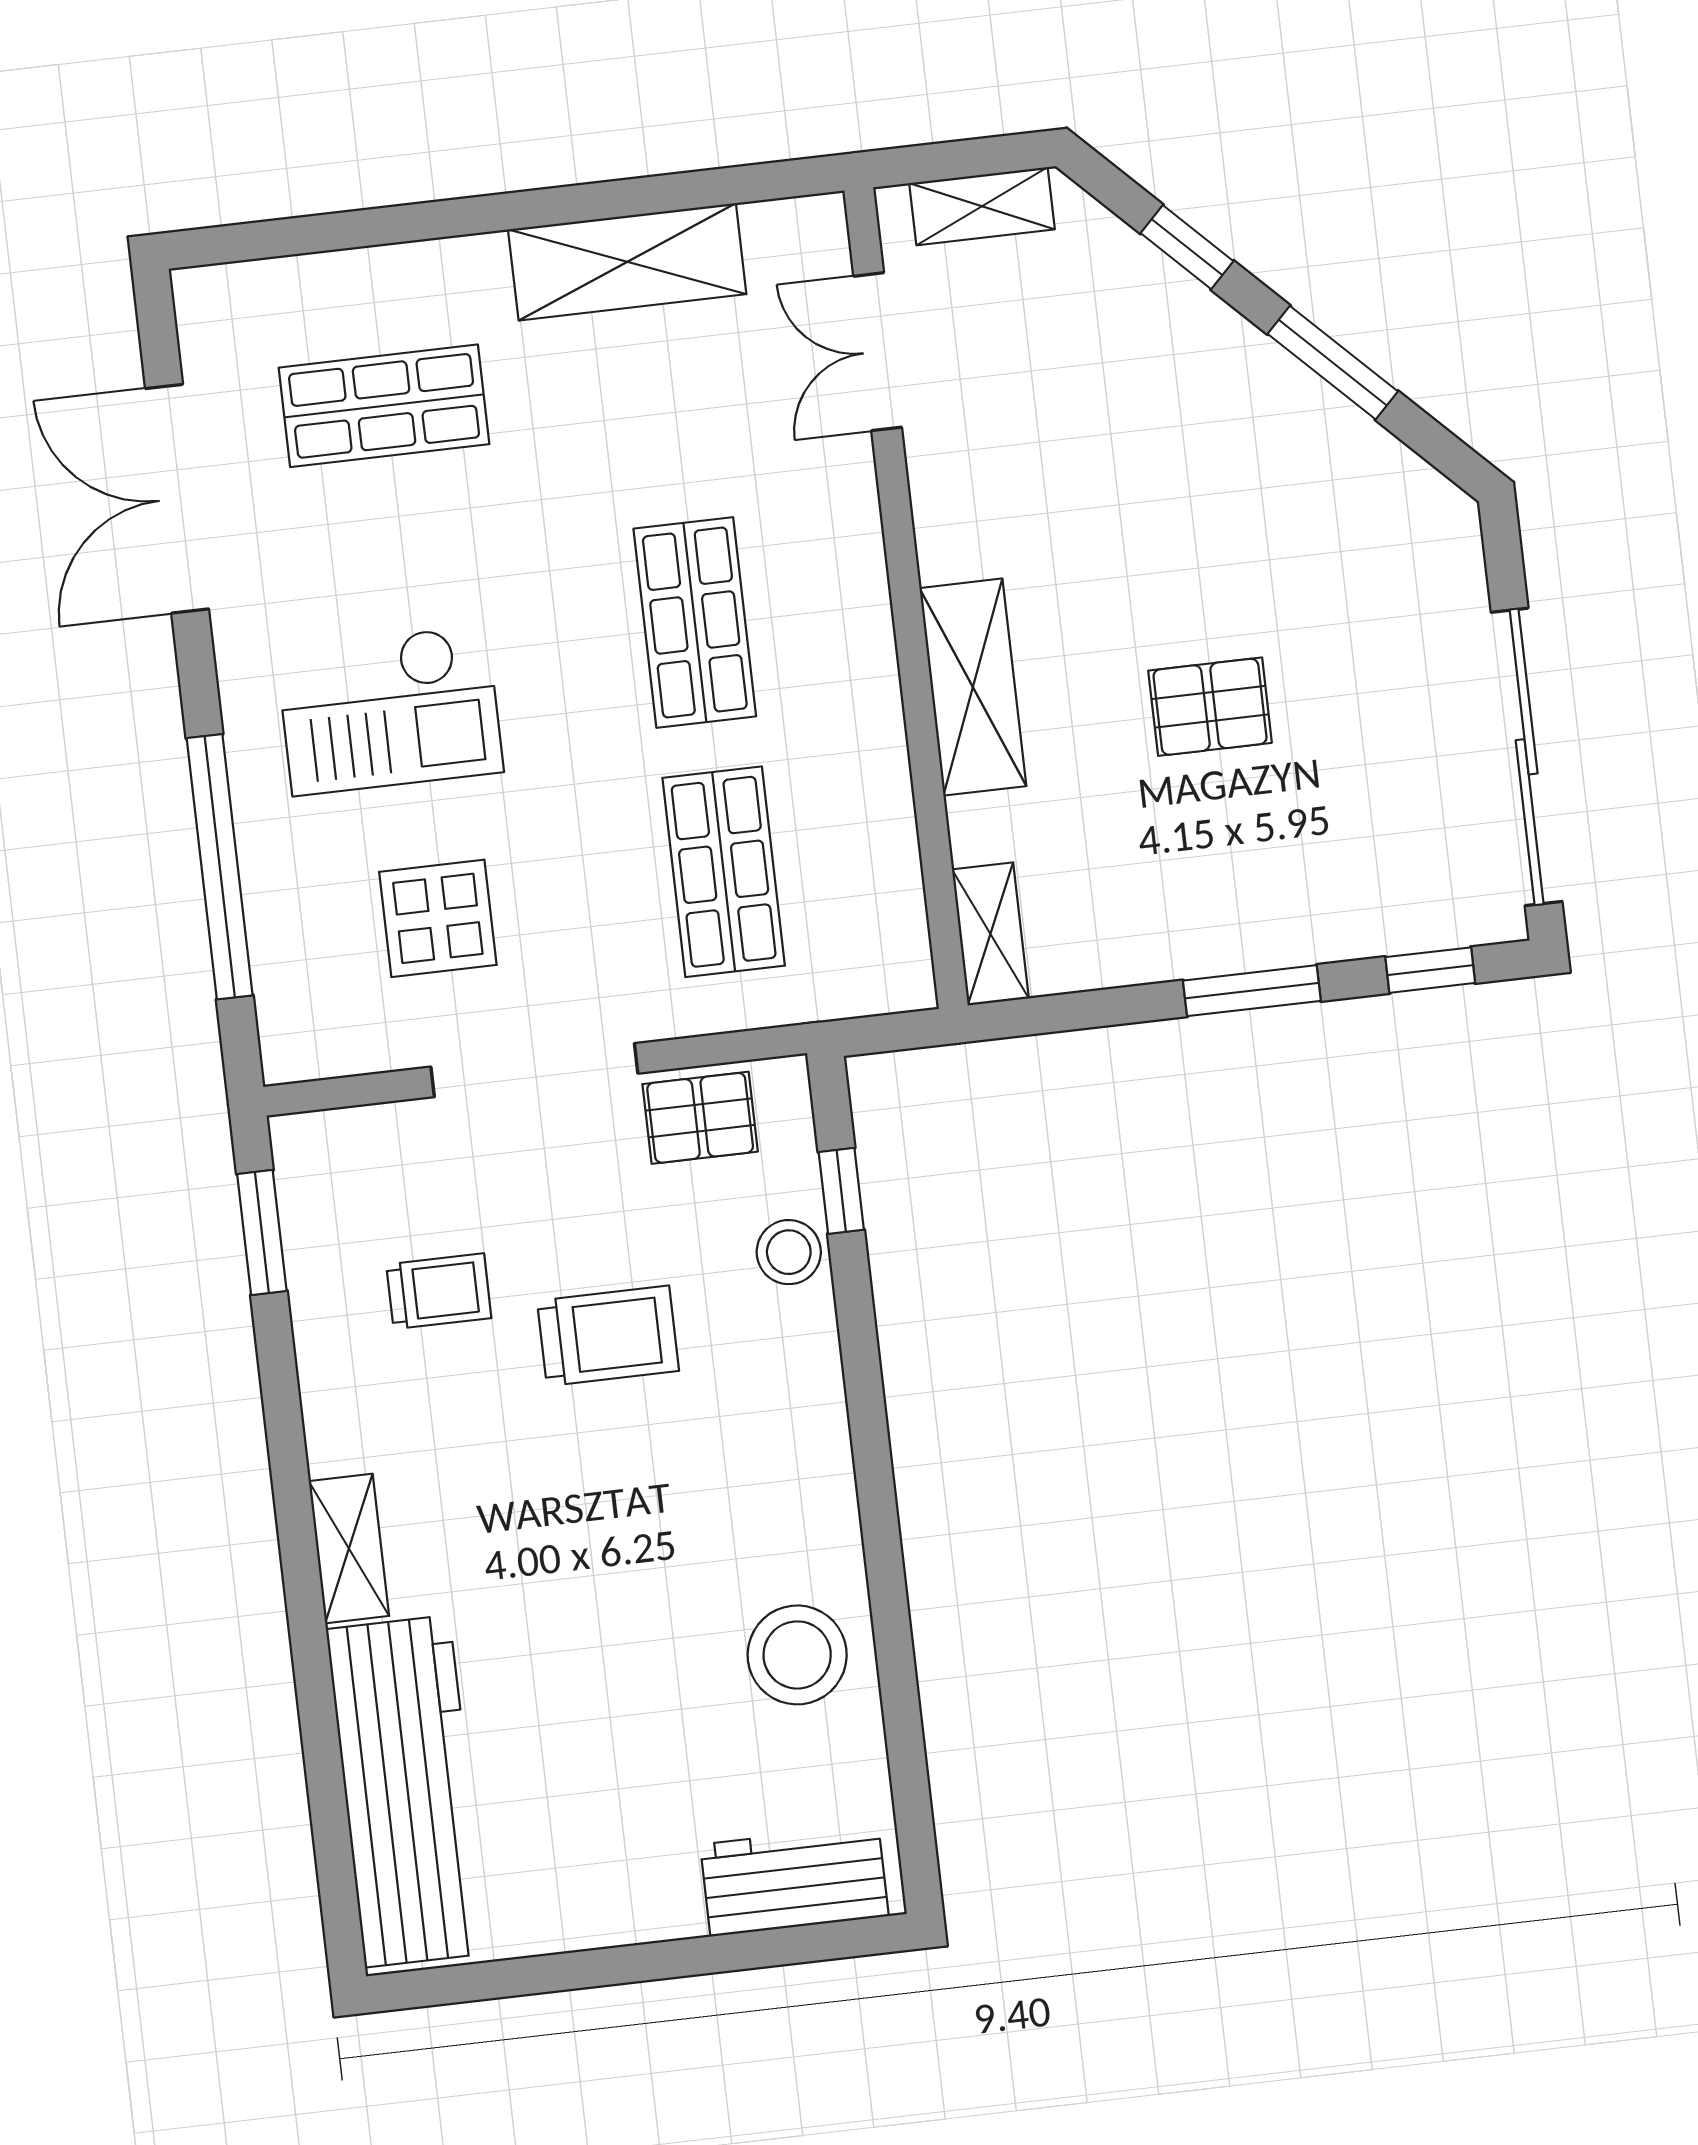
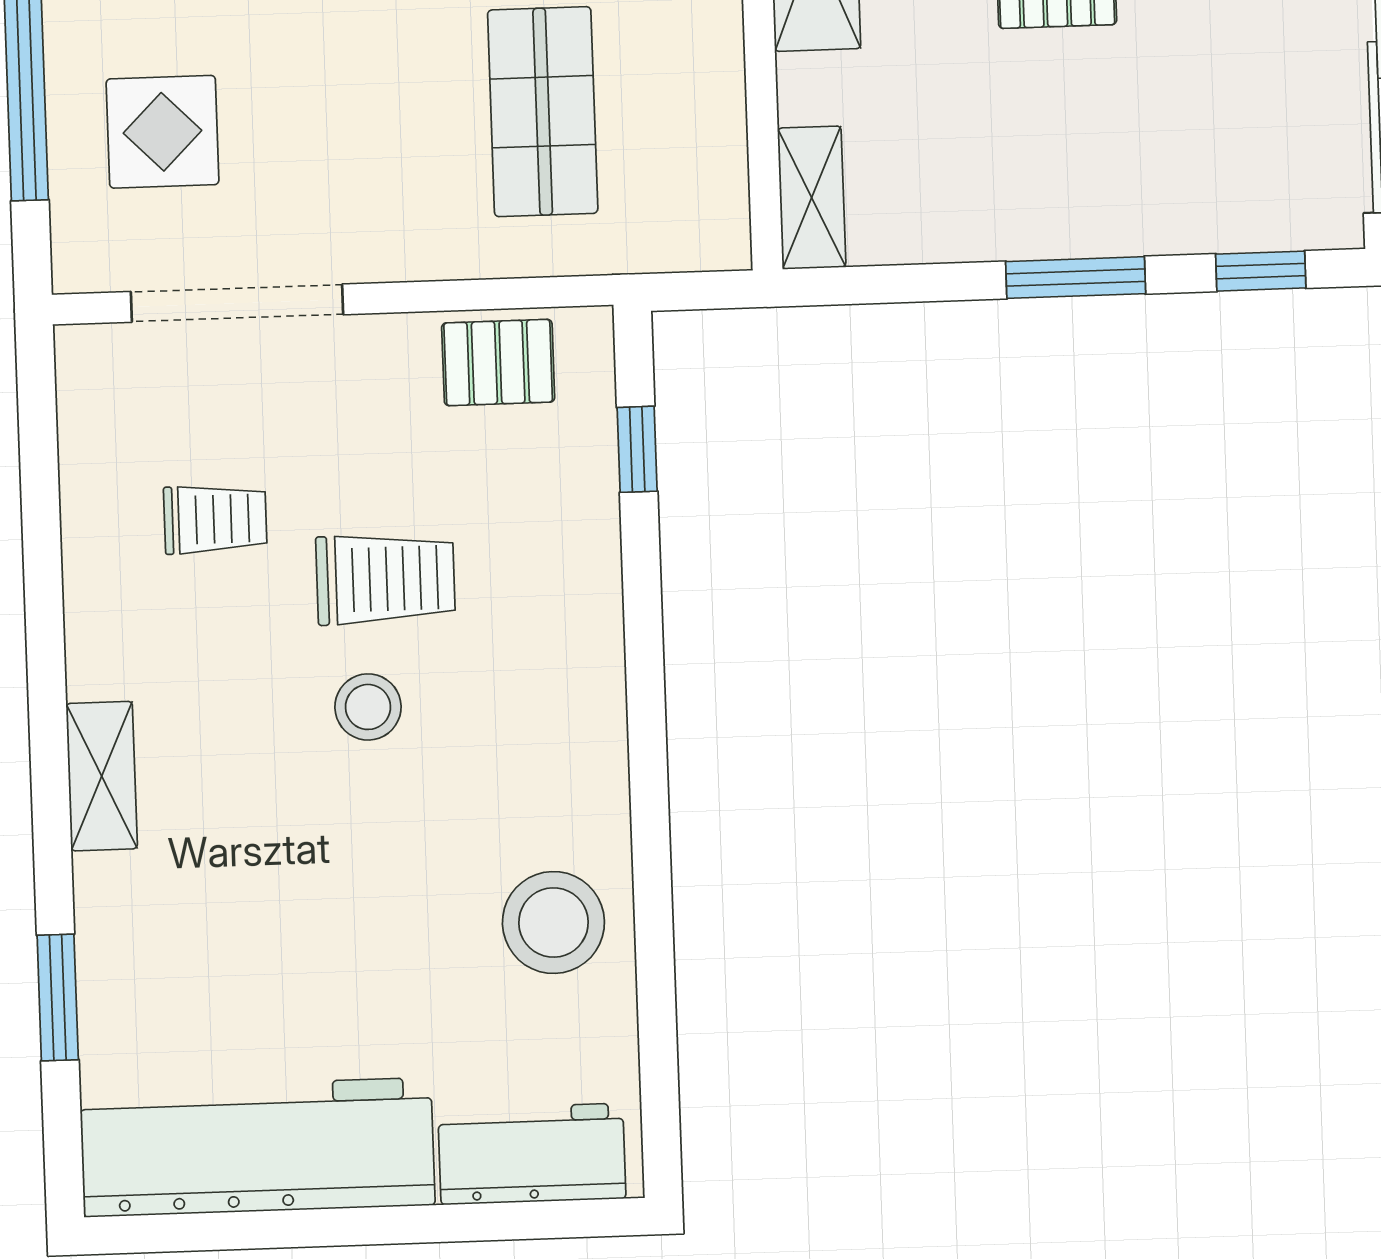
display table: (438, 918) -> (163, 132), moved
doorway: (534, 1070) -> (237, 303), moved
window: (262, 1233) -> (58, 997), moved
stool: (789, 1252) -> (368, 707), moved
workbench: (407, 1791) -> (257, 1147), moved, turned -90

